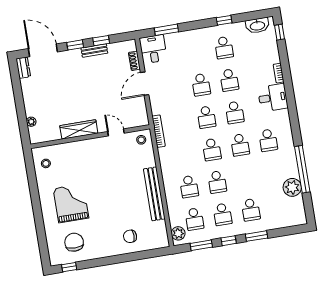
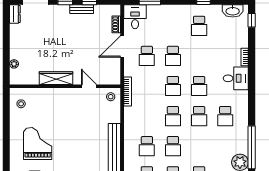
school desk: (229, 80) -> (147, 56), moved

